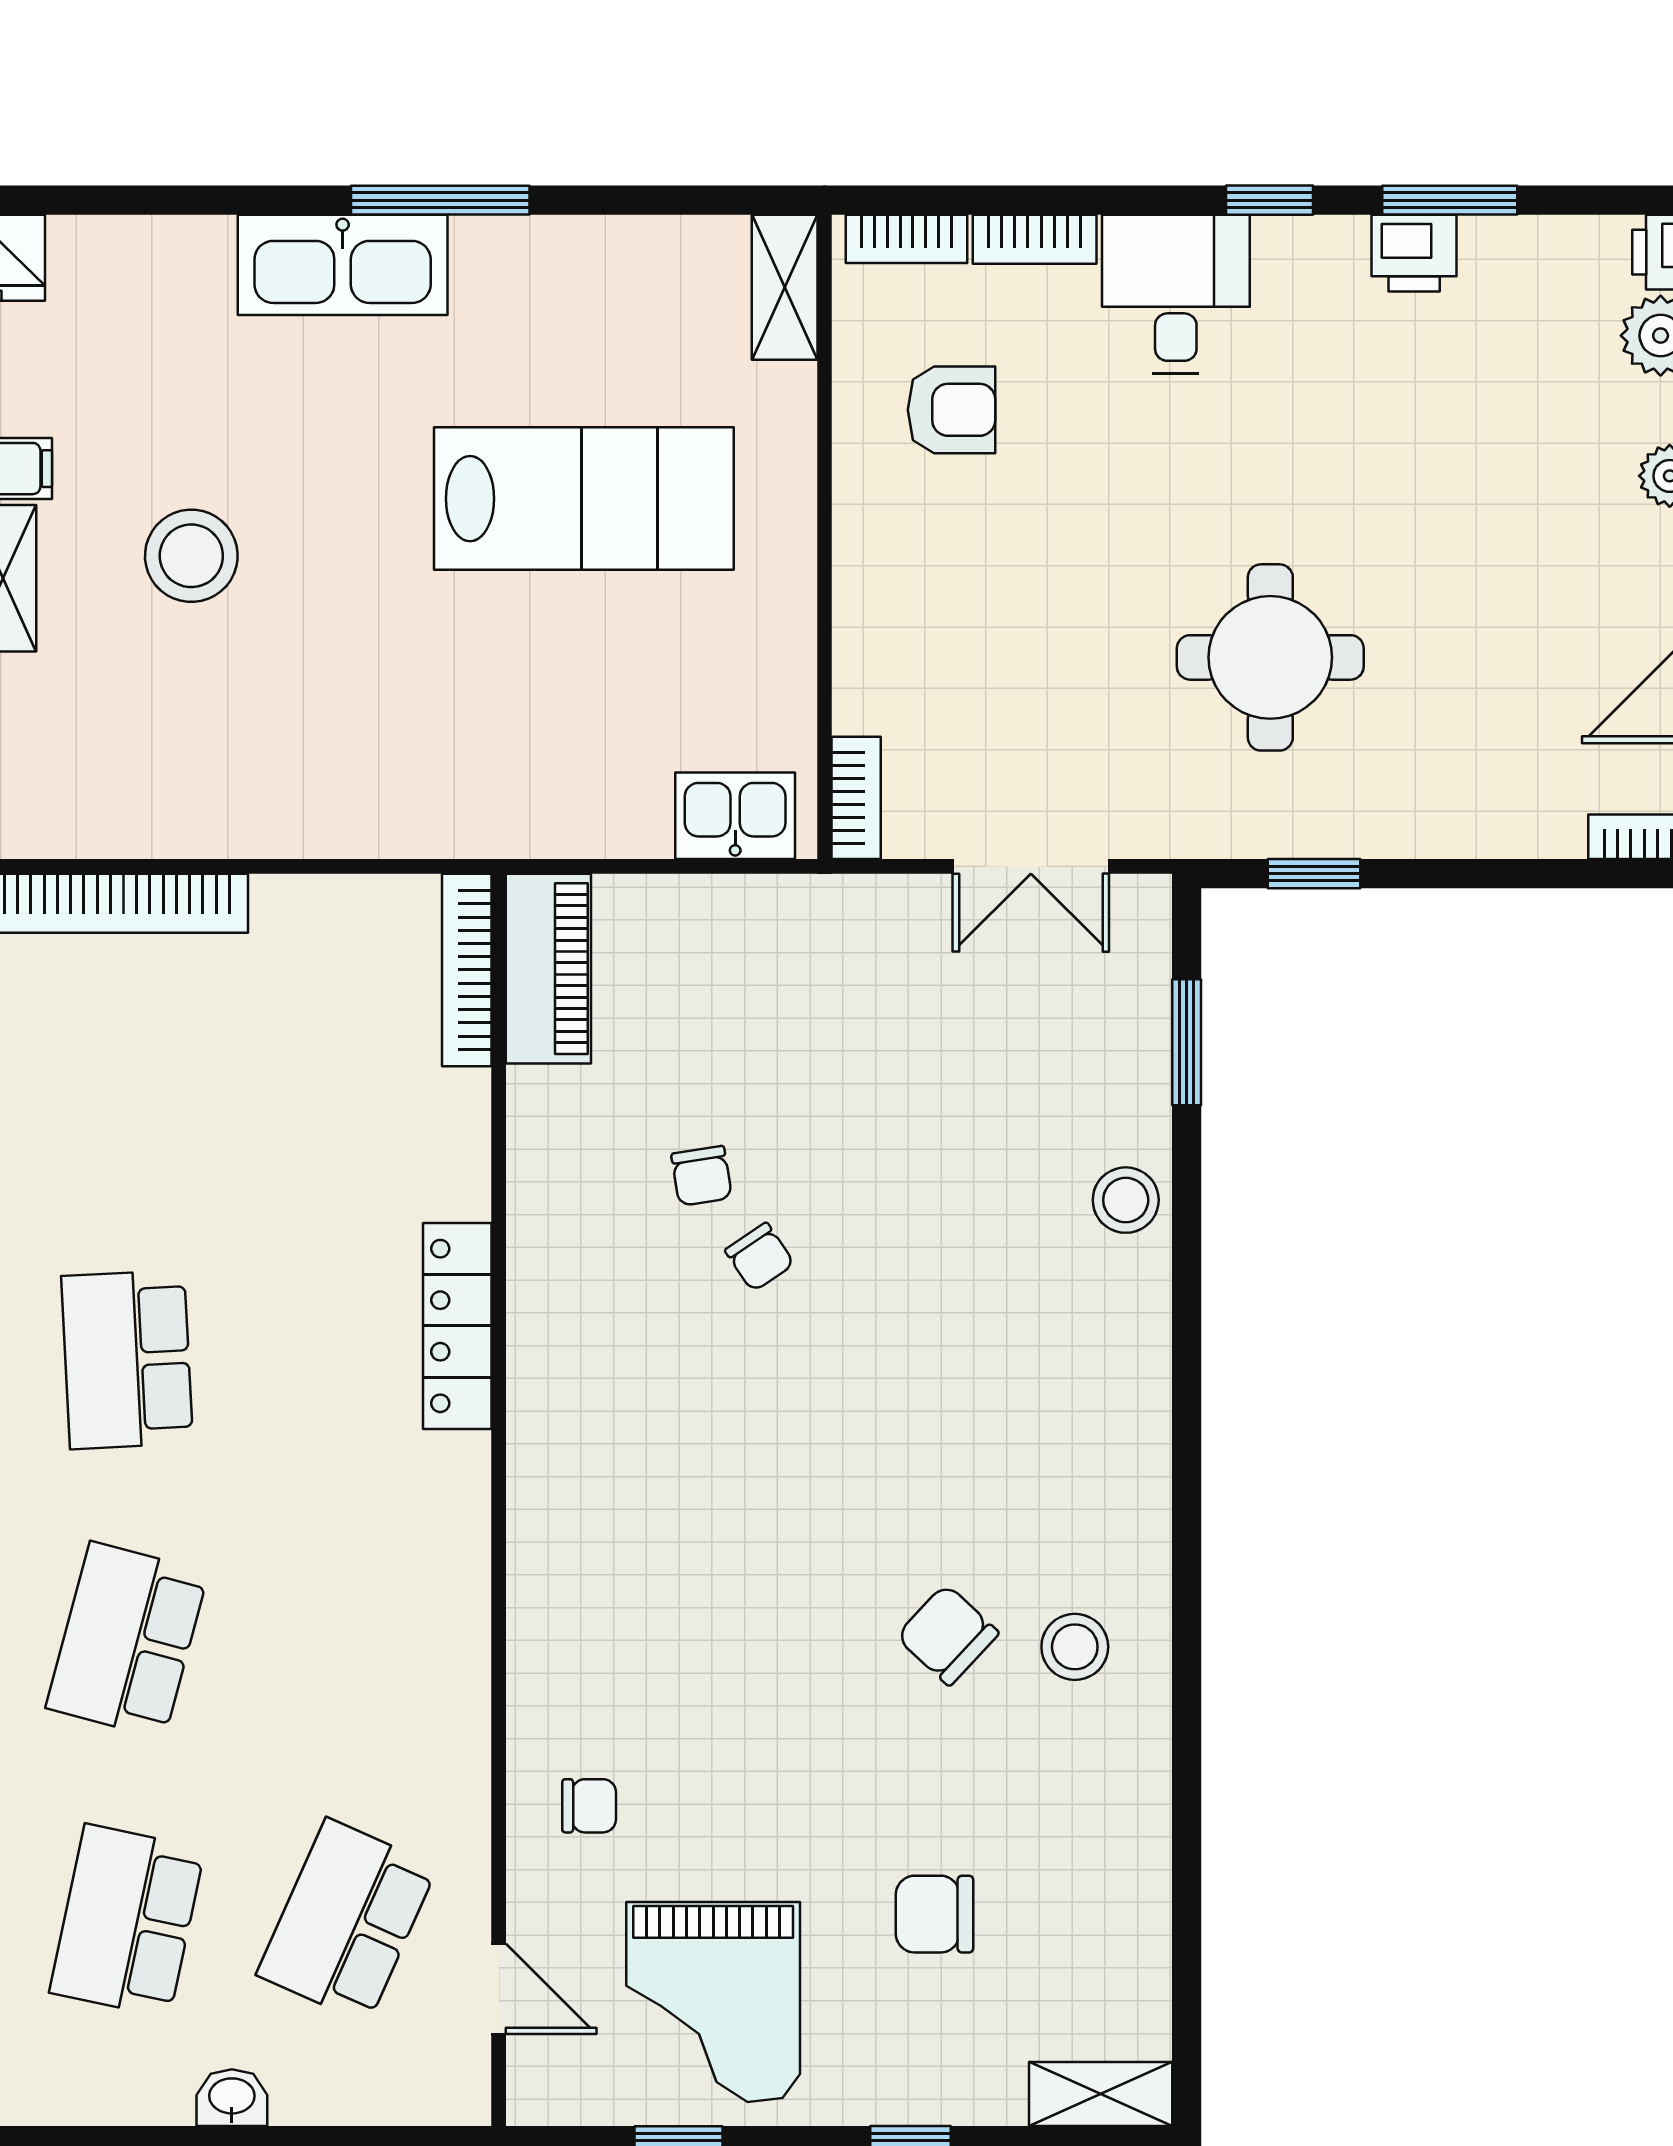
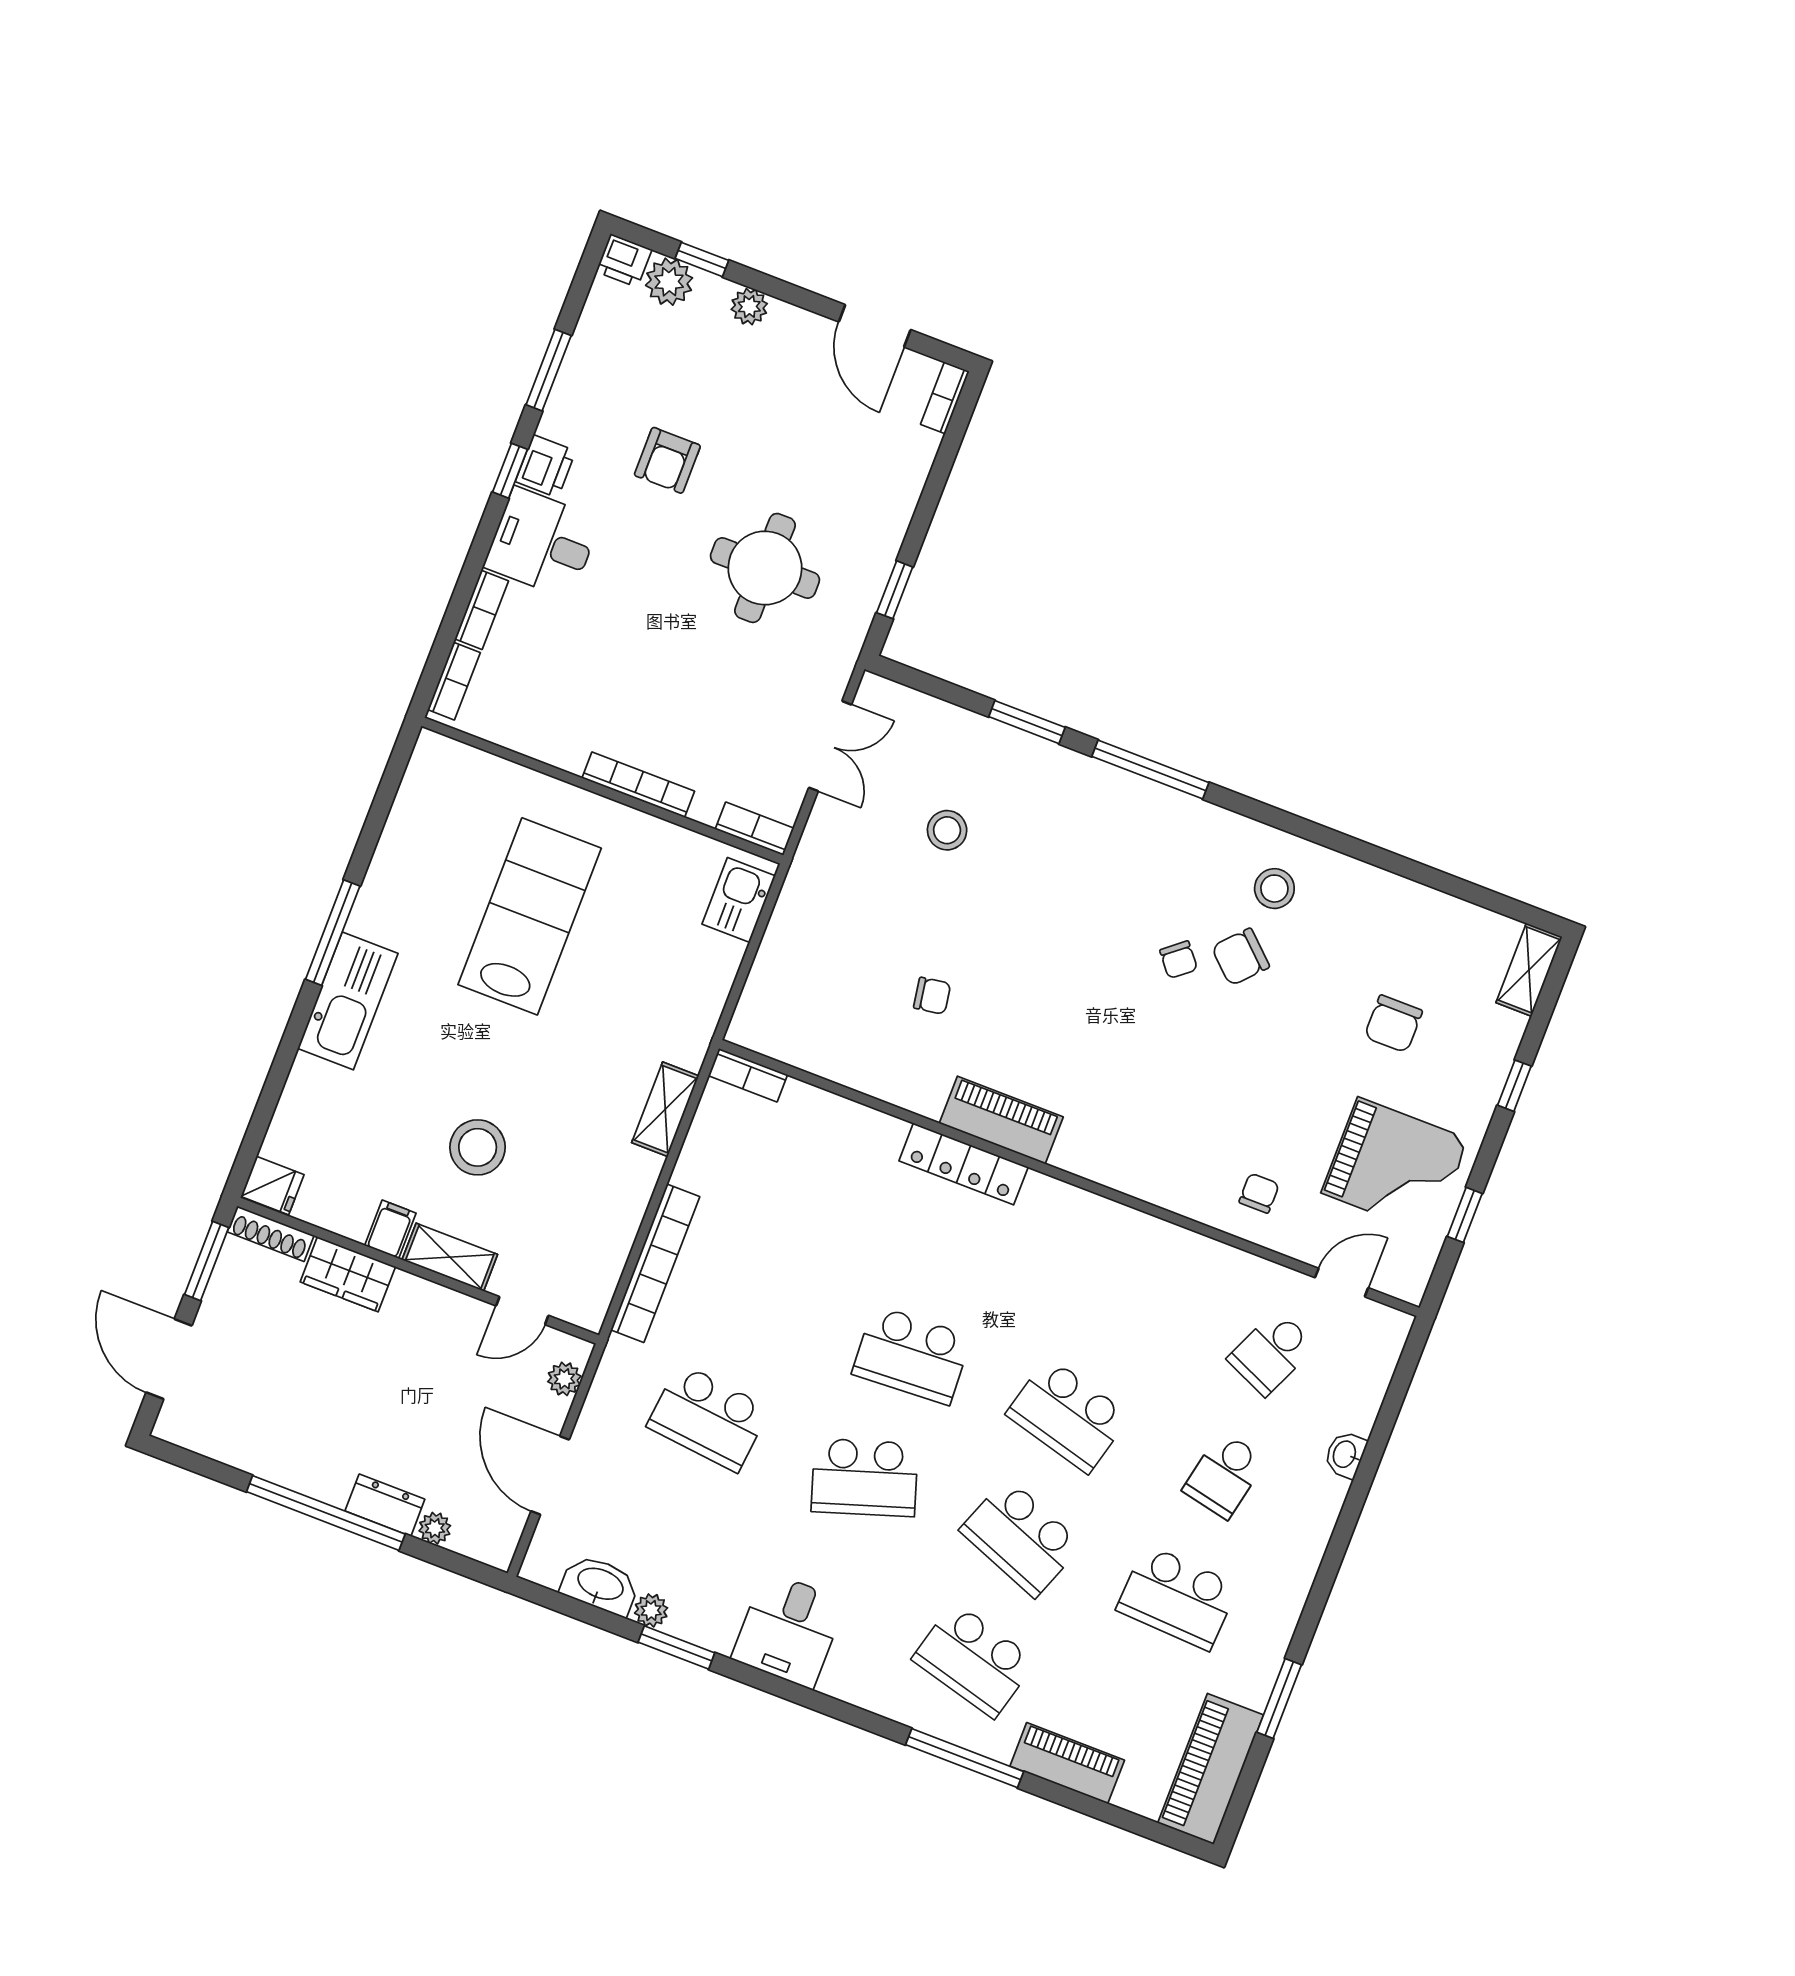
printer: (1414, 253) -> (546, 466), moved
shelving: (785, 287) -> (665, 1109), moved, turned 90
armchair: (952, 410) -> (667, 460), moved, turned 180
bookcase: (855, 589) -> (638, 785), added
piano: (548, 969) -> (1001, 1120), moved
bookcase: (467, 970) -> (748, 1075), width x0.64
window: (1187, 1042) -> (1027, 722), moved
stool: (1126, 1200) -> (947, 830), moved
chair: (760, 1257) -> (1179, 960), moved, turned 85
window: (1187, 1381) -> (1150, 769), added
school desk: (127, 1921) -> (1224, 1475), width x0.54
school desk: (347, 1921) -> (1271, 1353), width x0.54

